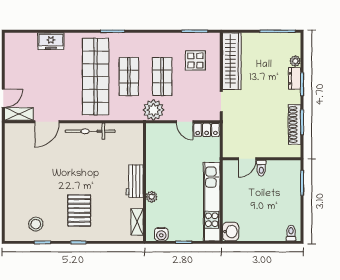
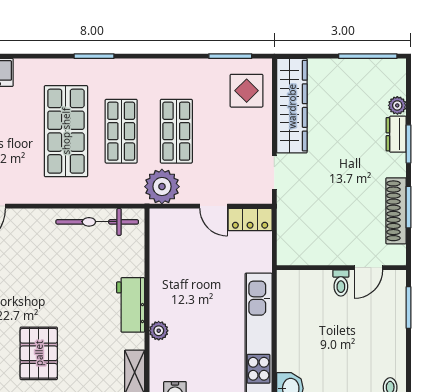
display table: (195, 61) -> (247, 91), moved
shop shelf: (96, 77) -> (66, 131), width x0.71
bicycle: (90, 131) -> (97, 222), moved
door: (247, 159) -> (368, 268), moved

